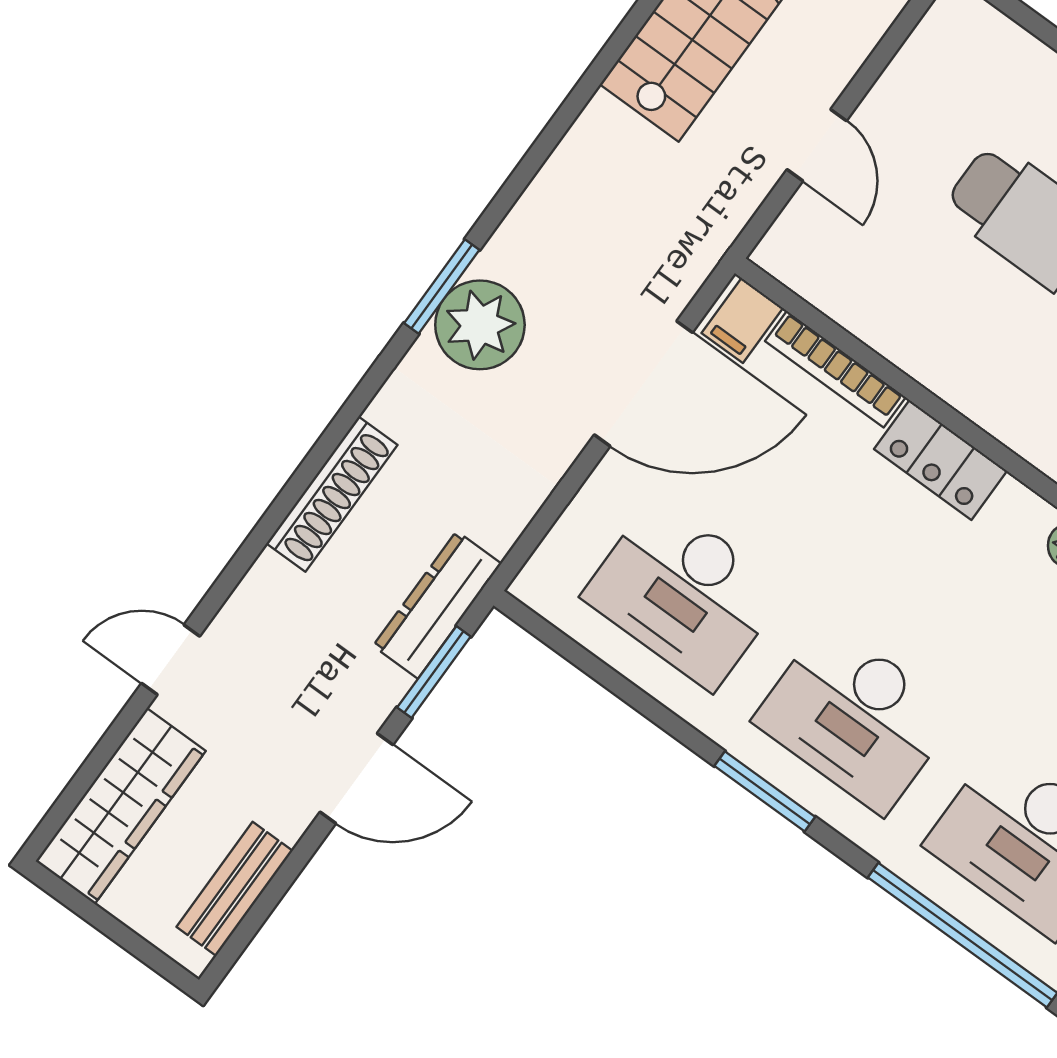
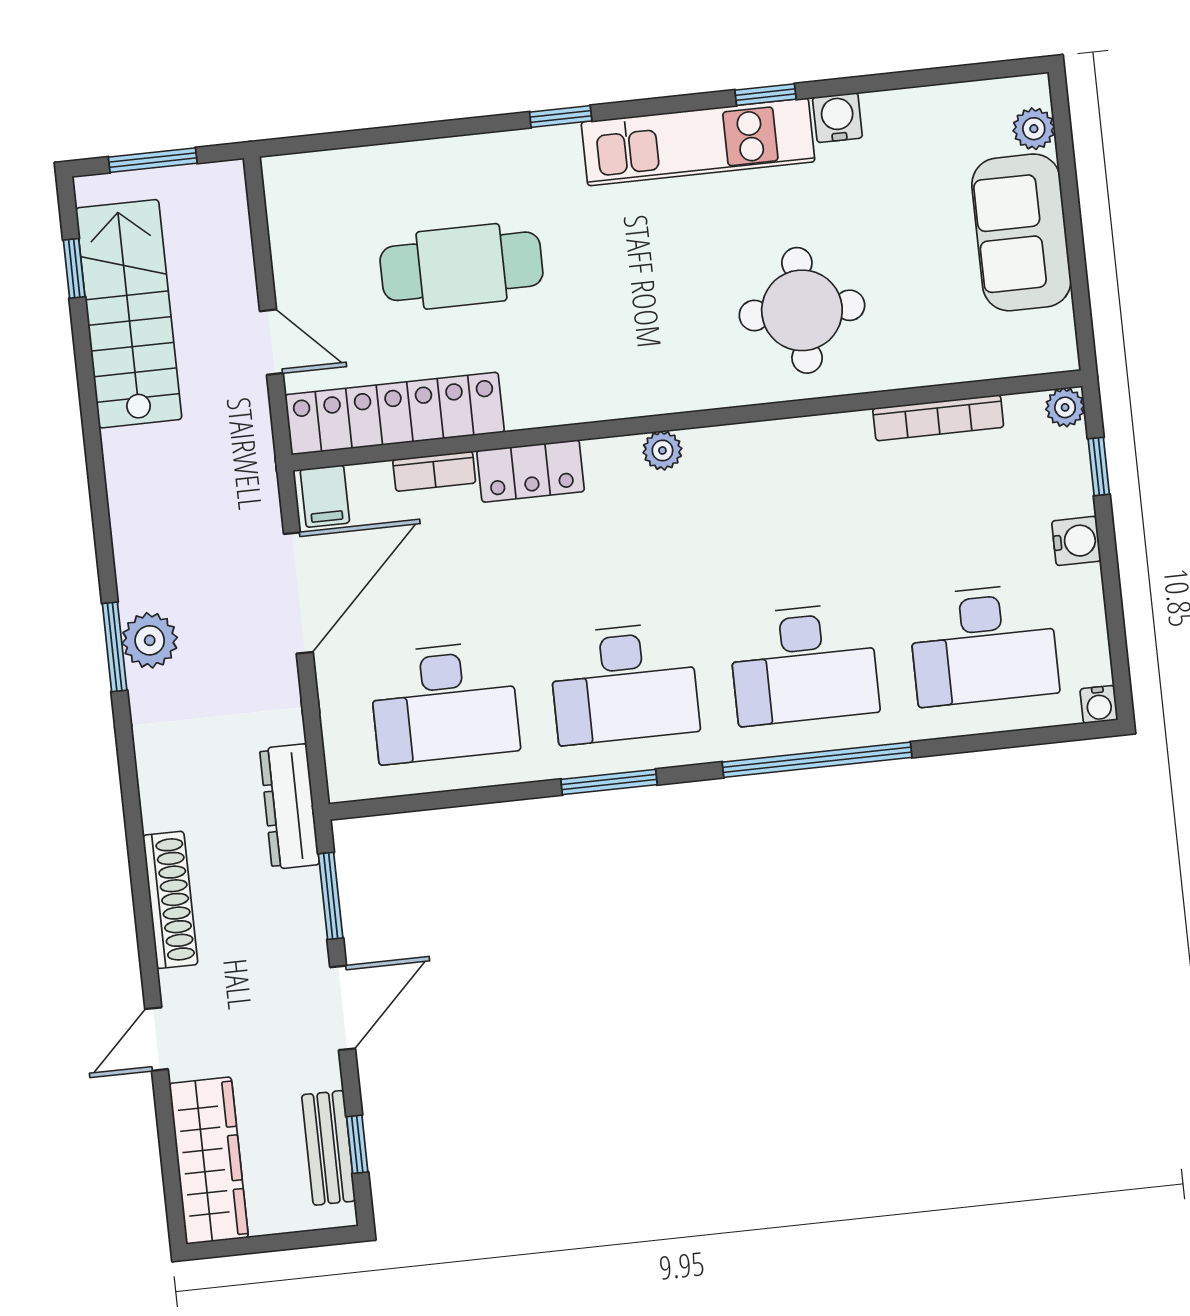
locker: (868, 303) -> (395, 413), added
plant: (480, 325) -> (150, 640), width x0.73, depth x0.73
bookcase: (835, 369) -> (434, 471), width x0.64
shoe rack: (332, 494) -> (170, 900), moved
dresser: (437, 605) -> (289, 806), moved
window: (262, 908) -> (357, 1144), added

